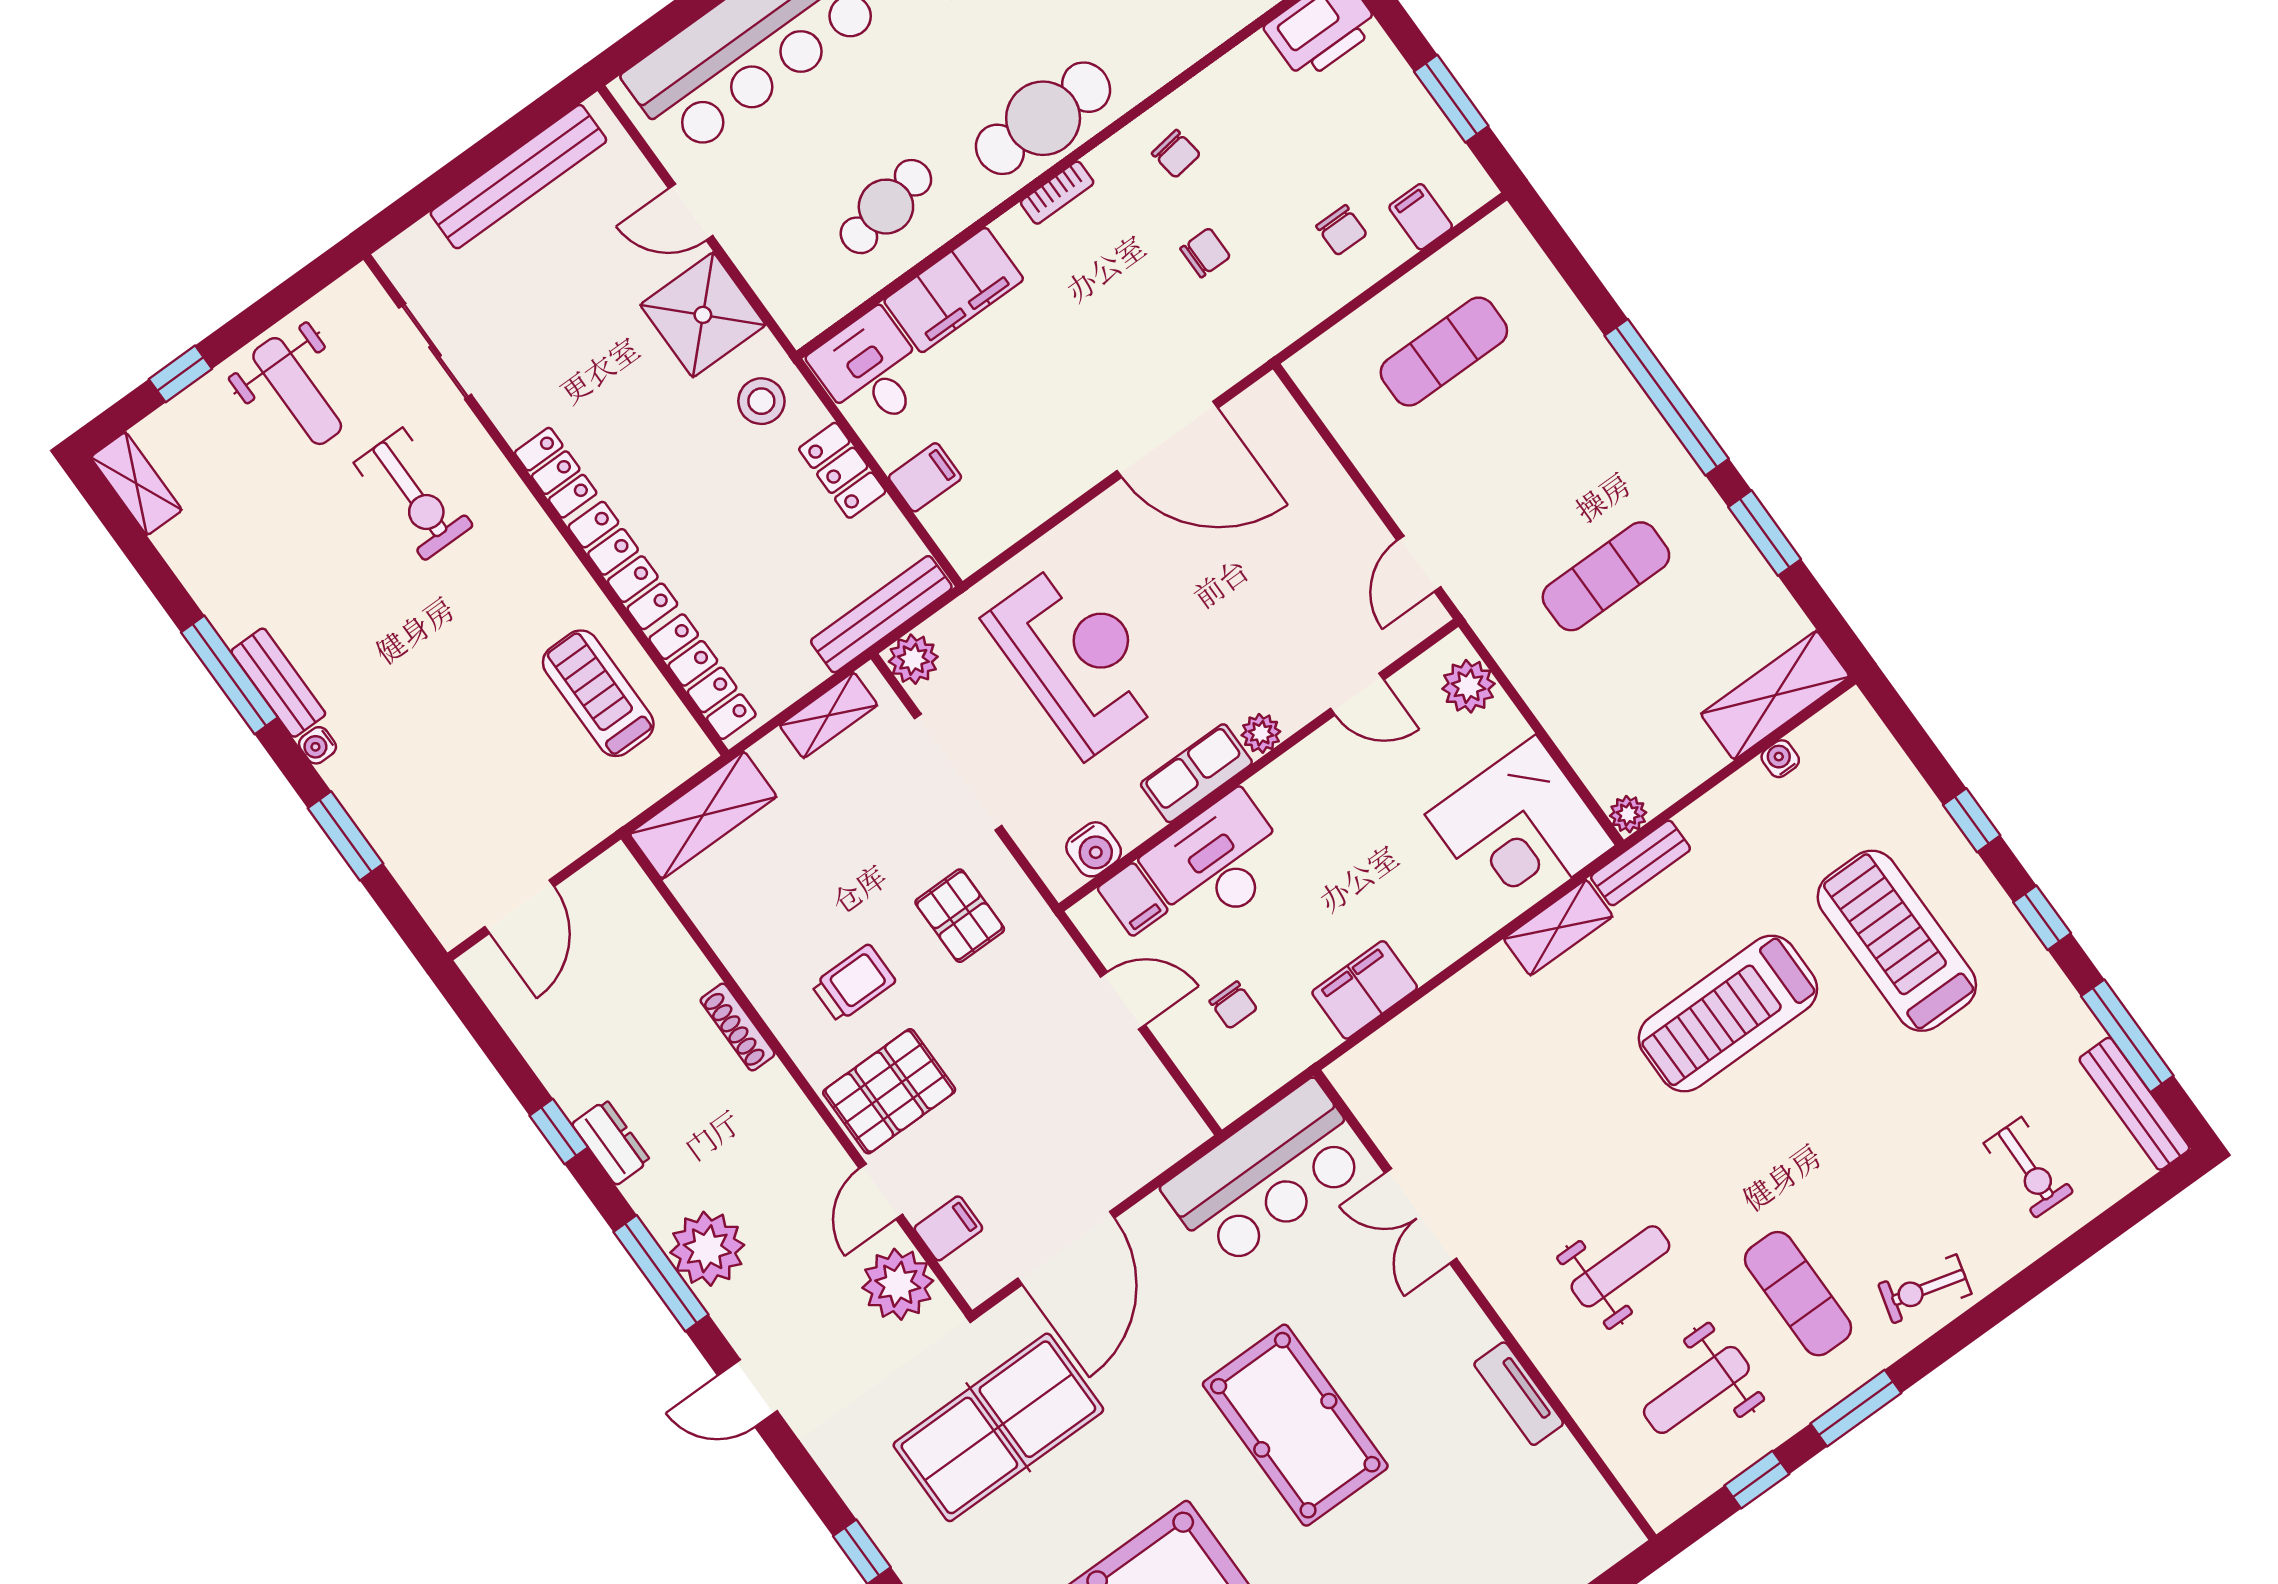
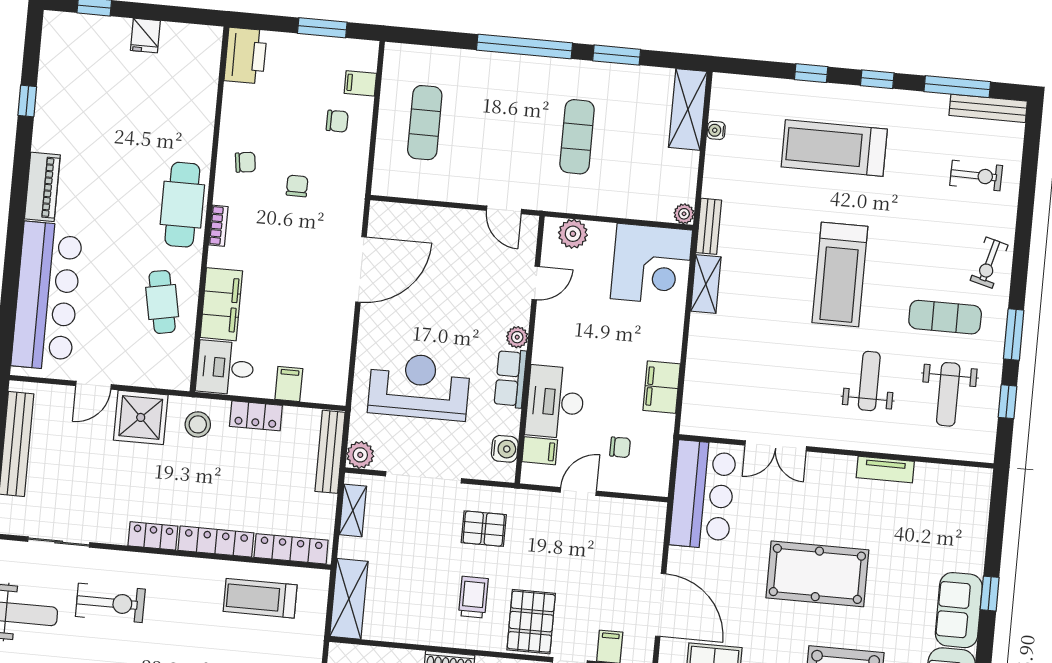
treadmill: (1728, 1014) -> (840, 275), moved

